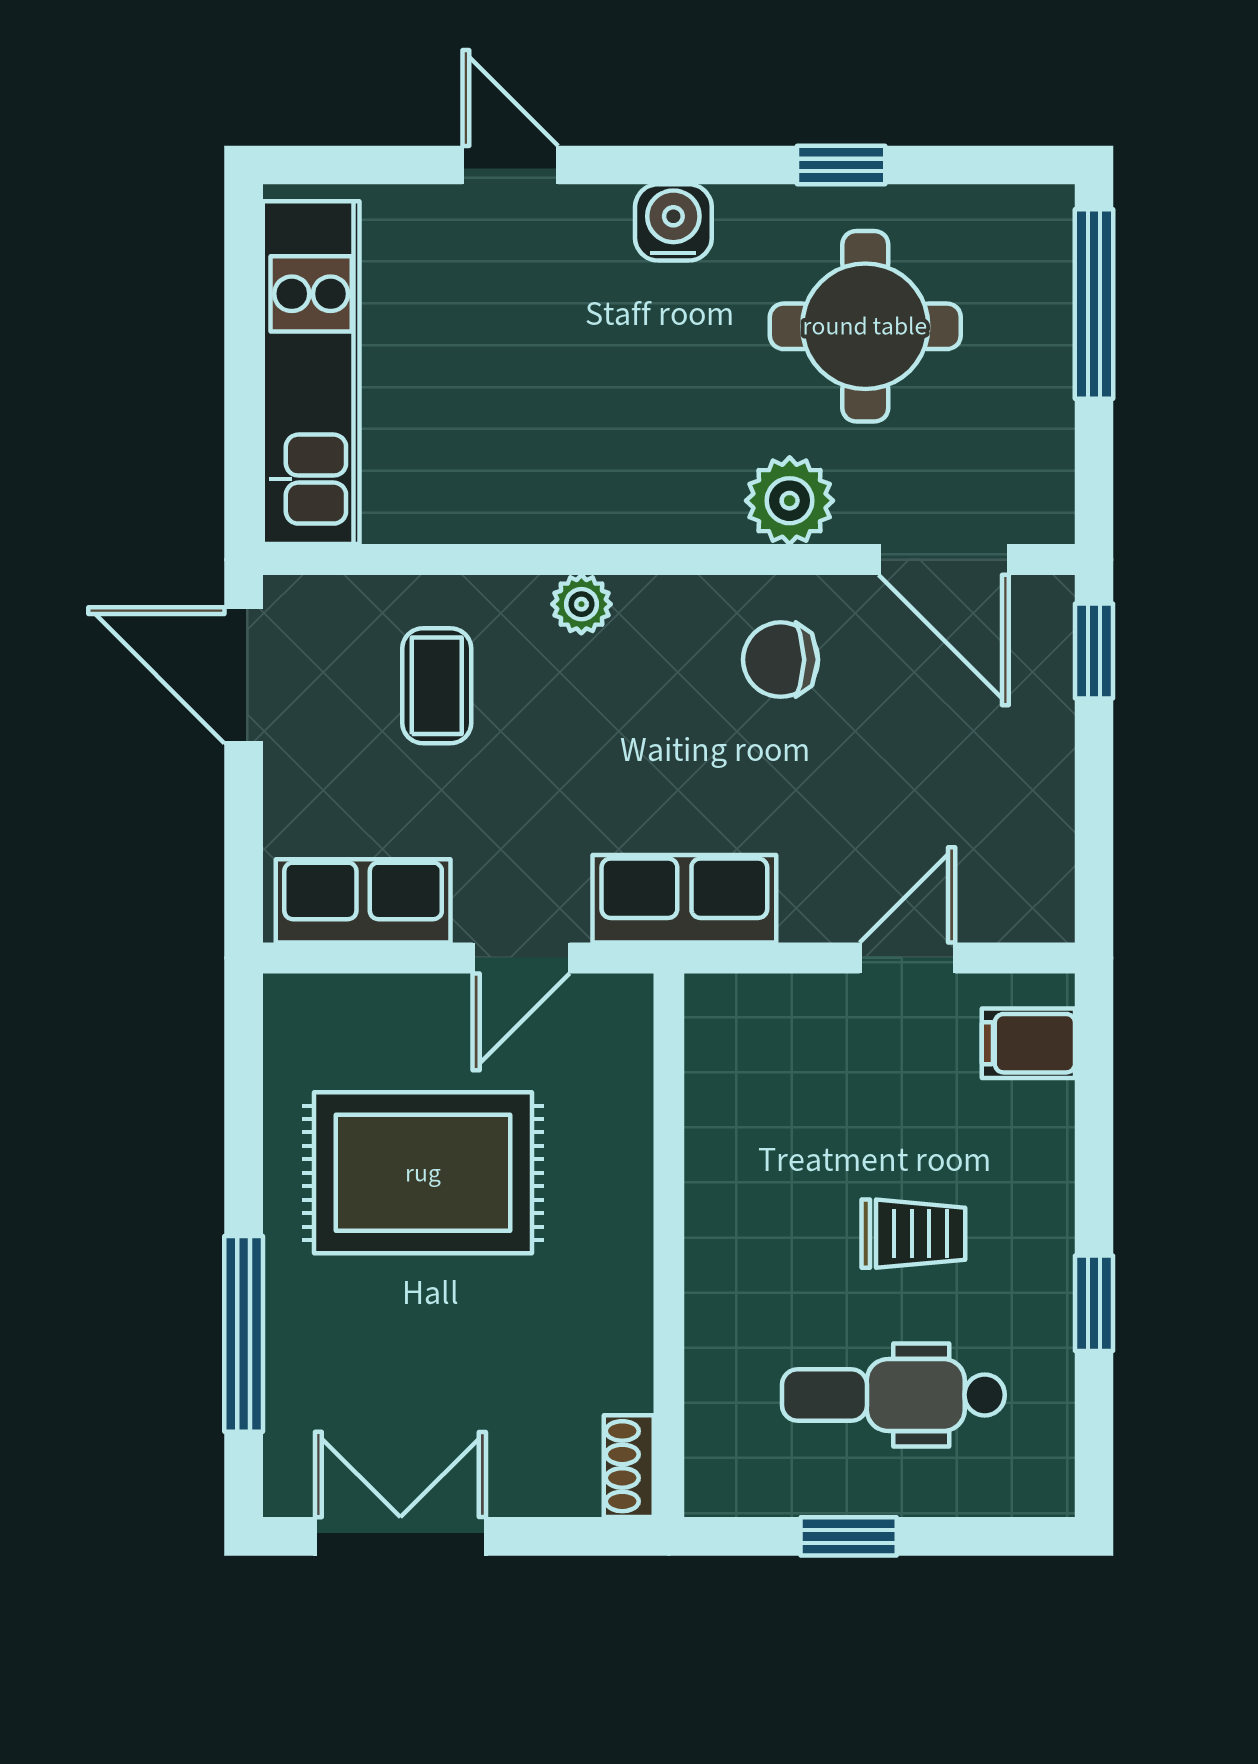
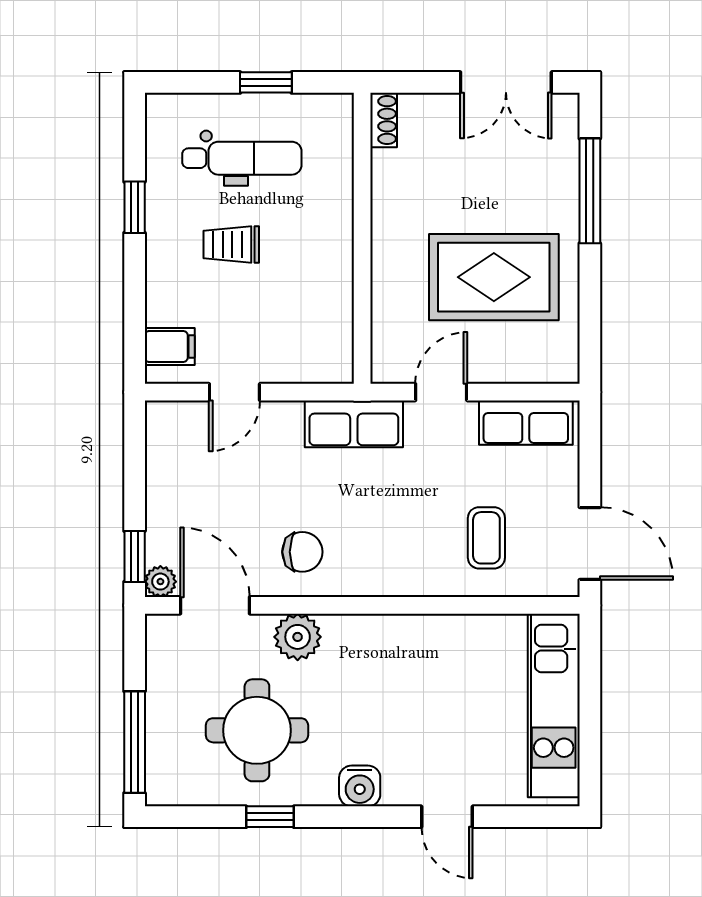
plant: (581, 604) -> (160, 582), moved

